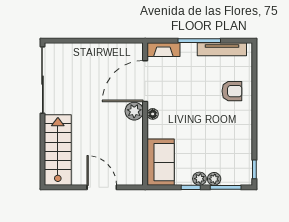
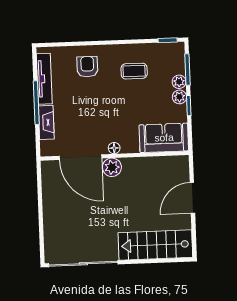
fireplace: (163, 50) -> (46, 122), moved
coffee table: (226, 136) -> (134, 71), added

